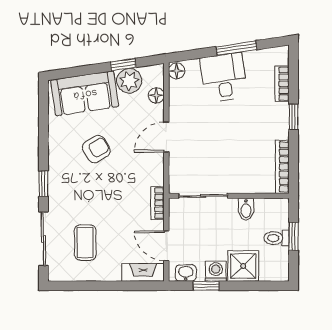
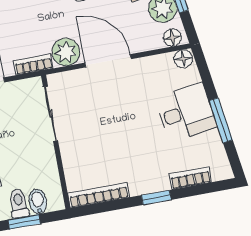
floor lamp: (156, 95) -> (172, 38), moved
door: (166, 137) -> (108, 61), width x1.38
plant: (152, 173) -> (66, 52), added
bidet: (246, 209) -> (38, 201), moved, turned 90

